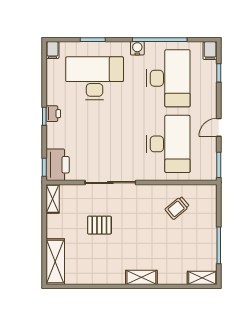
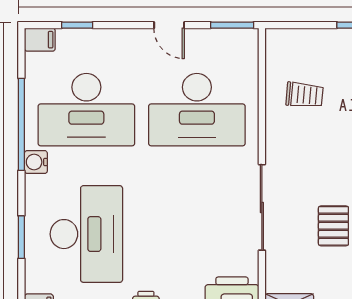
desk: (95, 78) -> (86, 234), turned 180
desk: (168, 78) -> (86, 110), turned 180
desk: (168, 144) -> (197, 110), turned 180
trolley: (177, 208) -> (305, 95), turned -45

